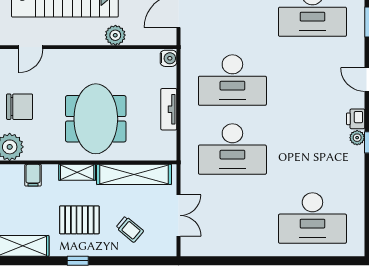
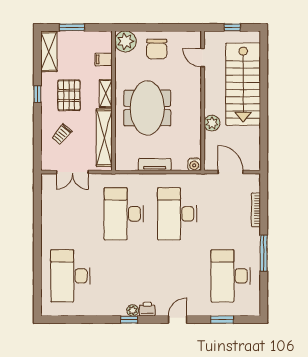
meeting table: (96, 119) -> (147, 108), turned 90

